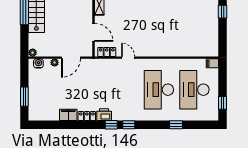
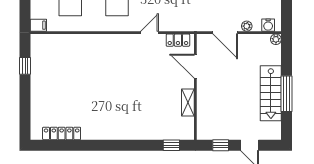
window: (223, 12) -> (25, 66), moved
door: (71, 58) -> (225, 33), swing flipped
door: (128, 58) -> (150, 33), swing flipped

